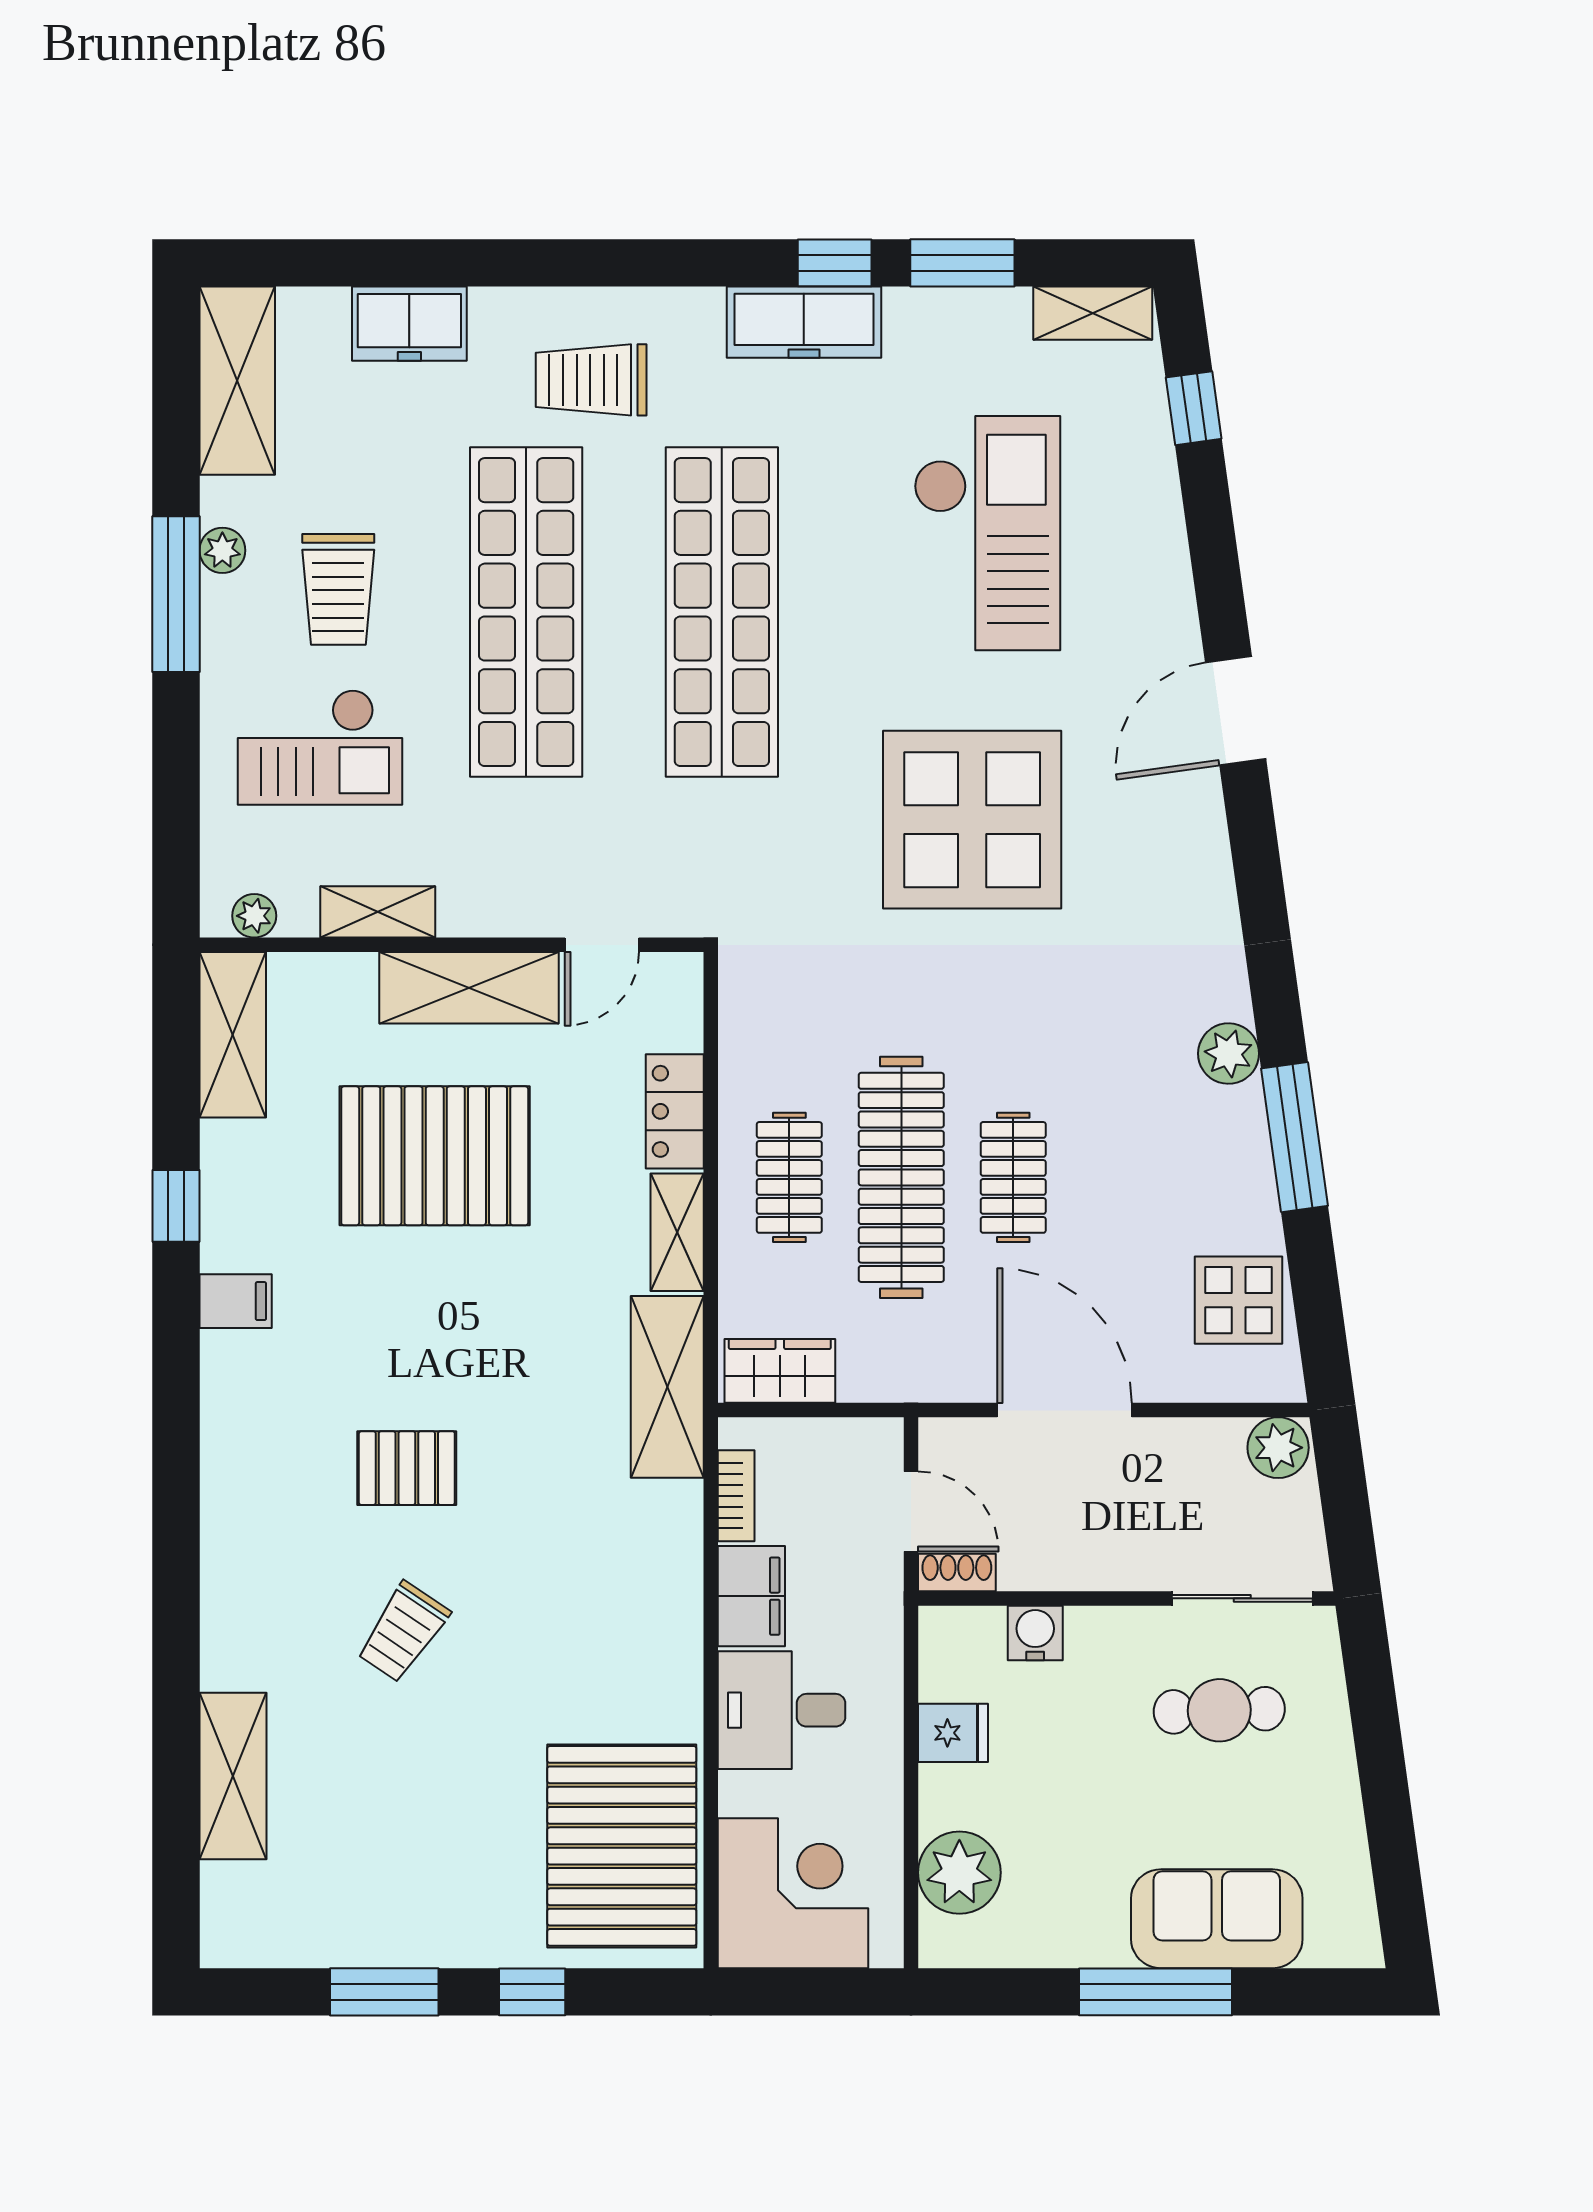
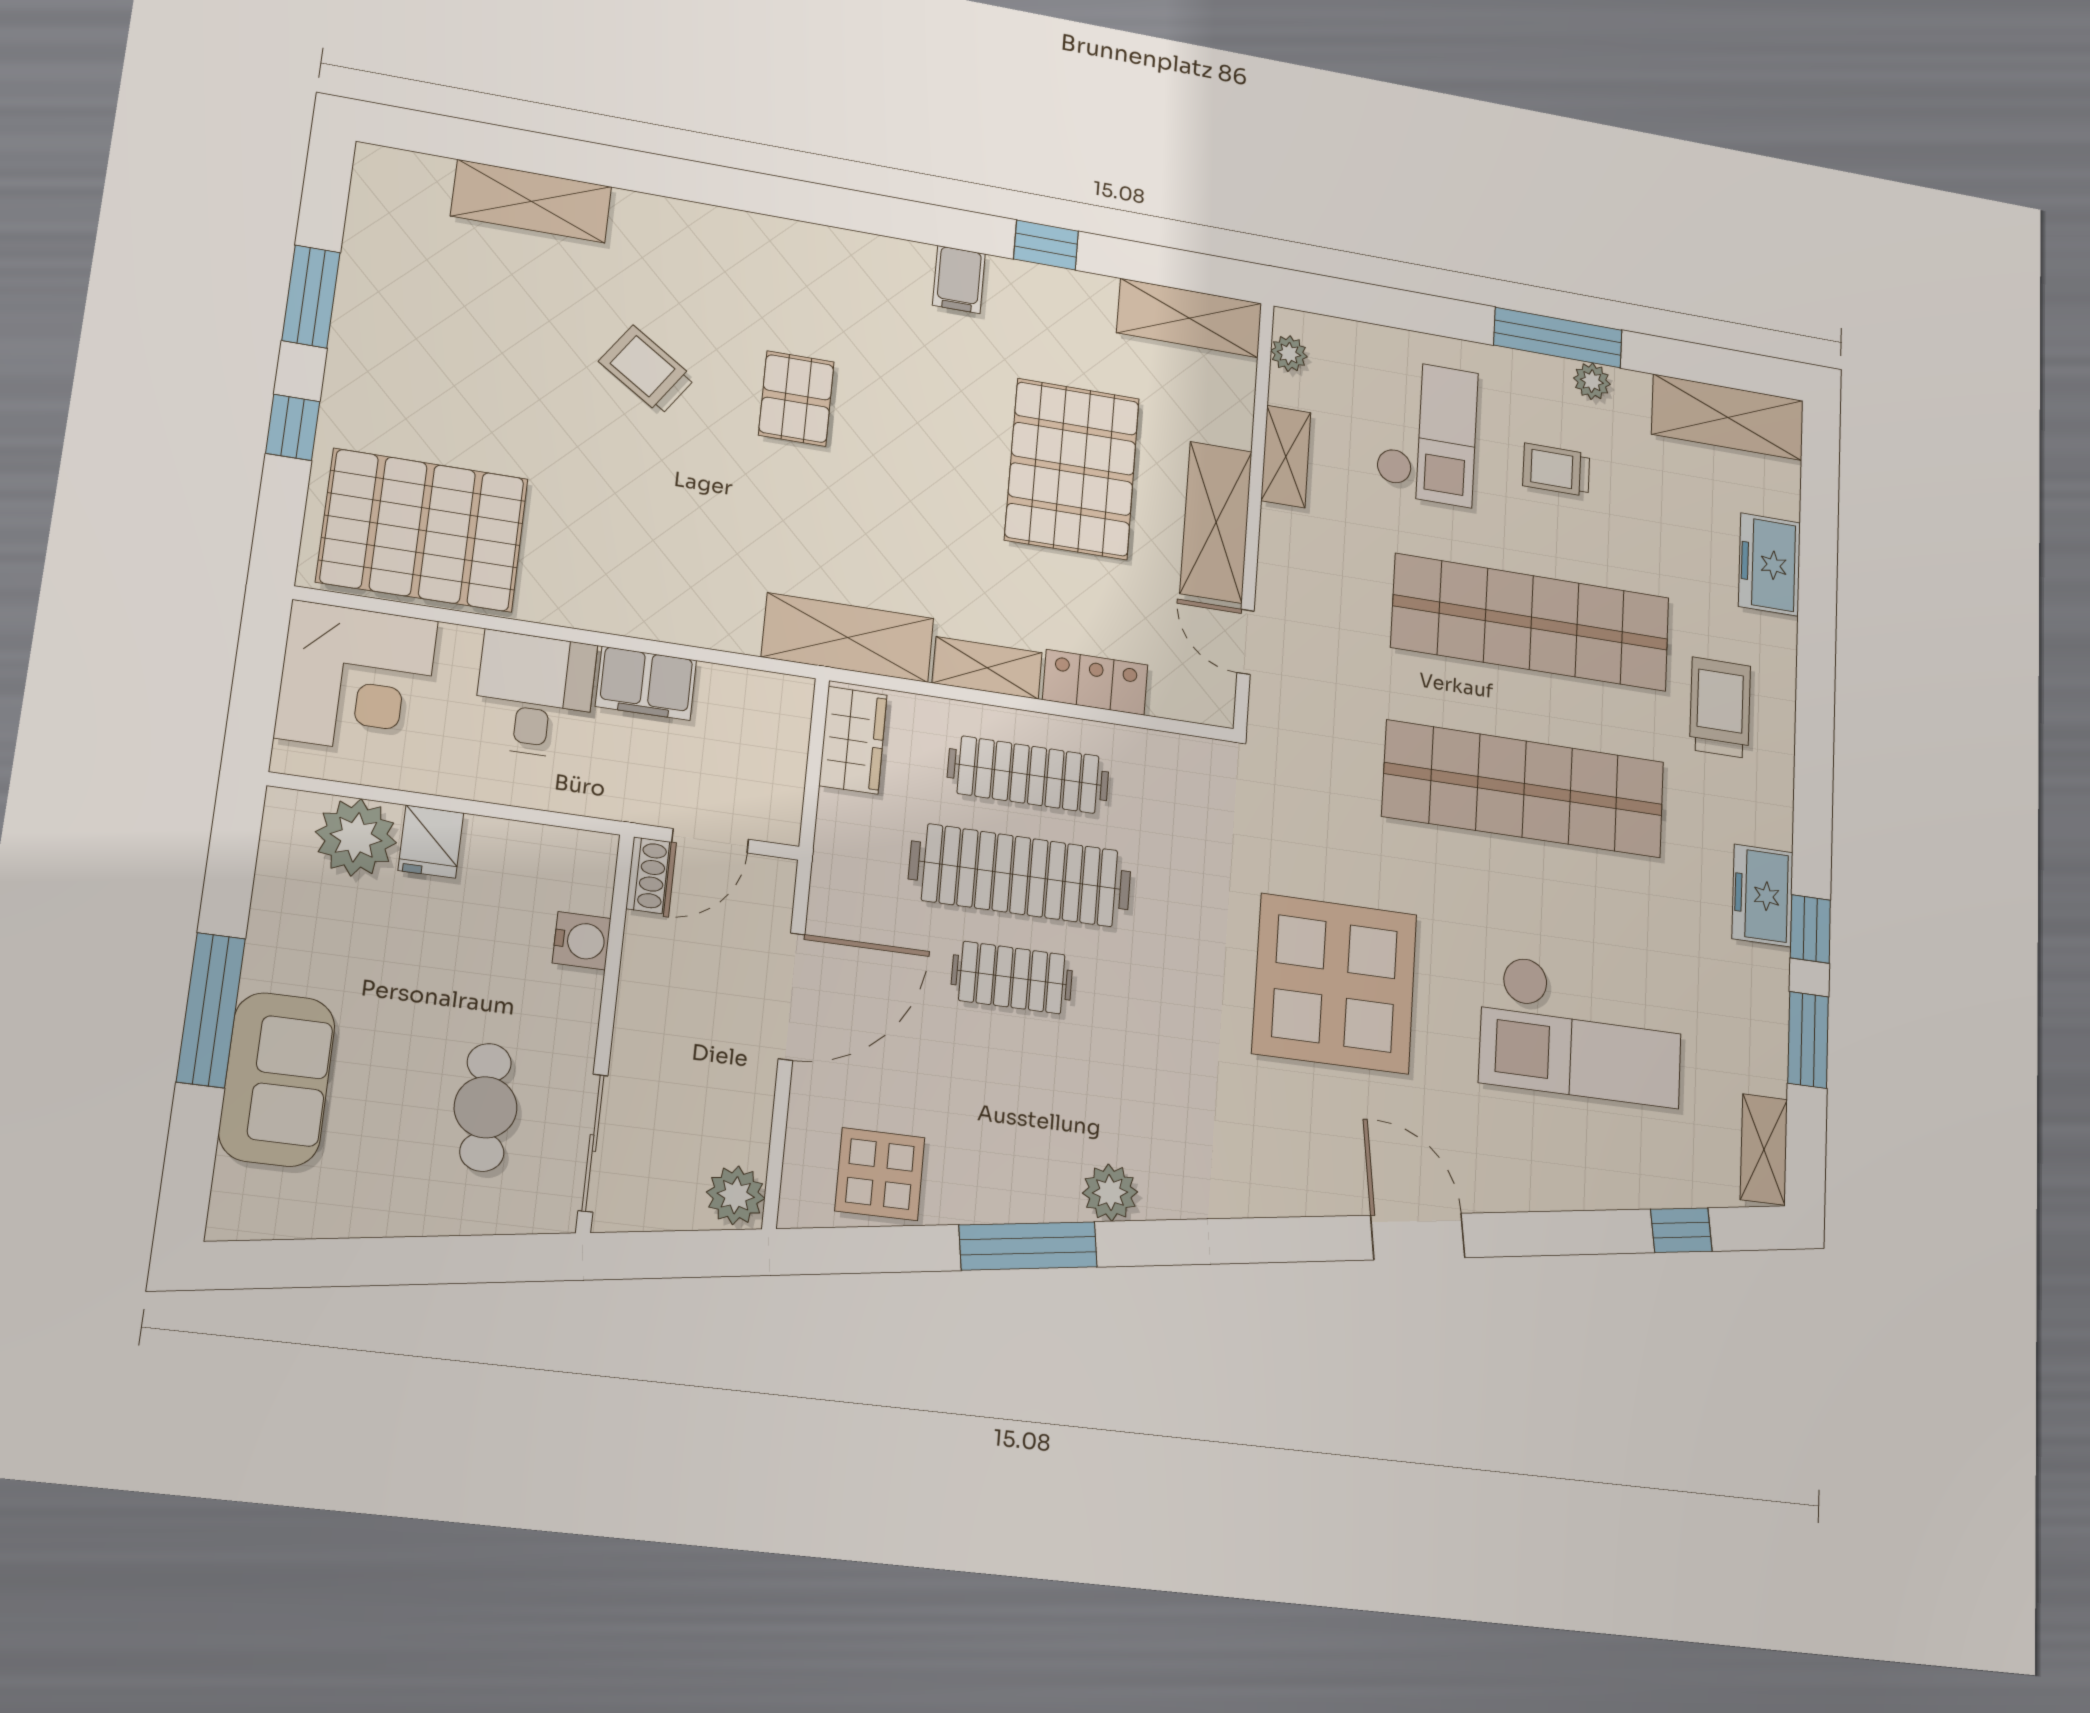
freezer: (804, 322) -> (1762, 895), width x0.71
trolley: (338, 589) -> (1556, 470), width x0.73, depth x0.72
checkout: (320, 747) -> (1427, 432), turned 180
clothes rail: (789, 1177) -> (1028, 775), width x1.36
bookcase: (736, 1496) -> (742, 684), removed
fridge: (953, 1733) -> (431, 842), moved

